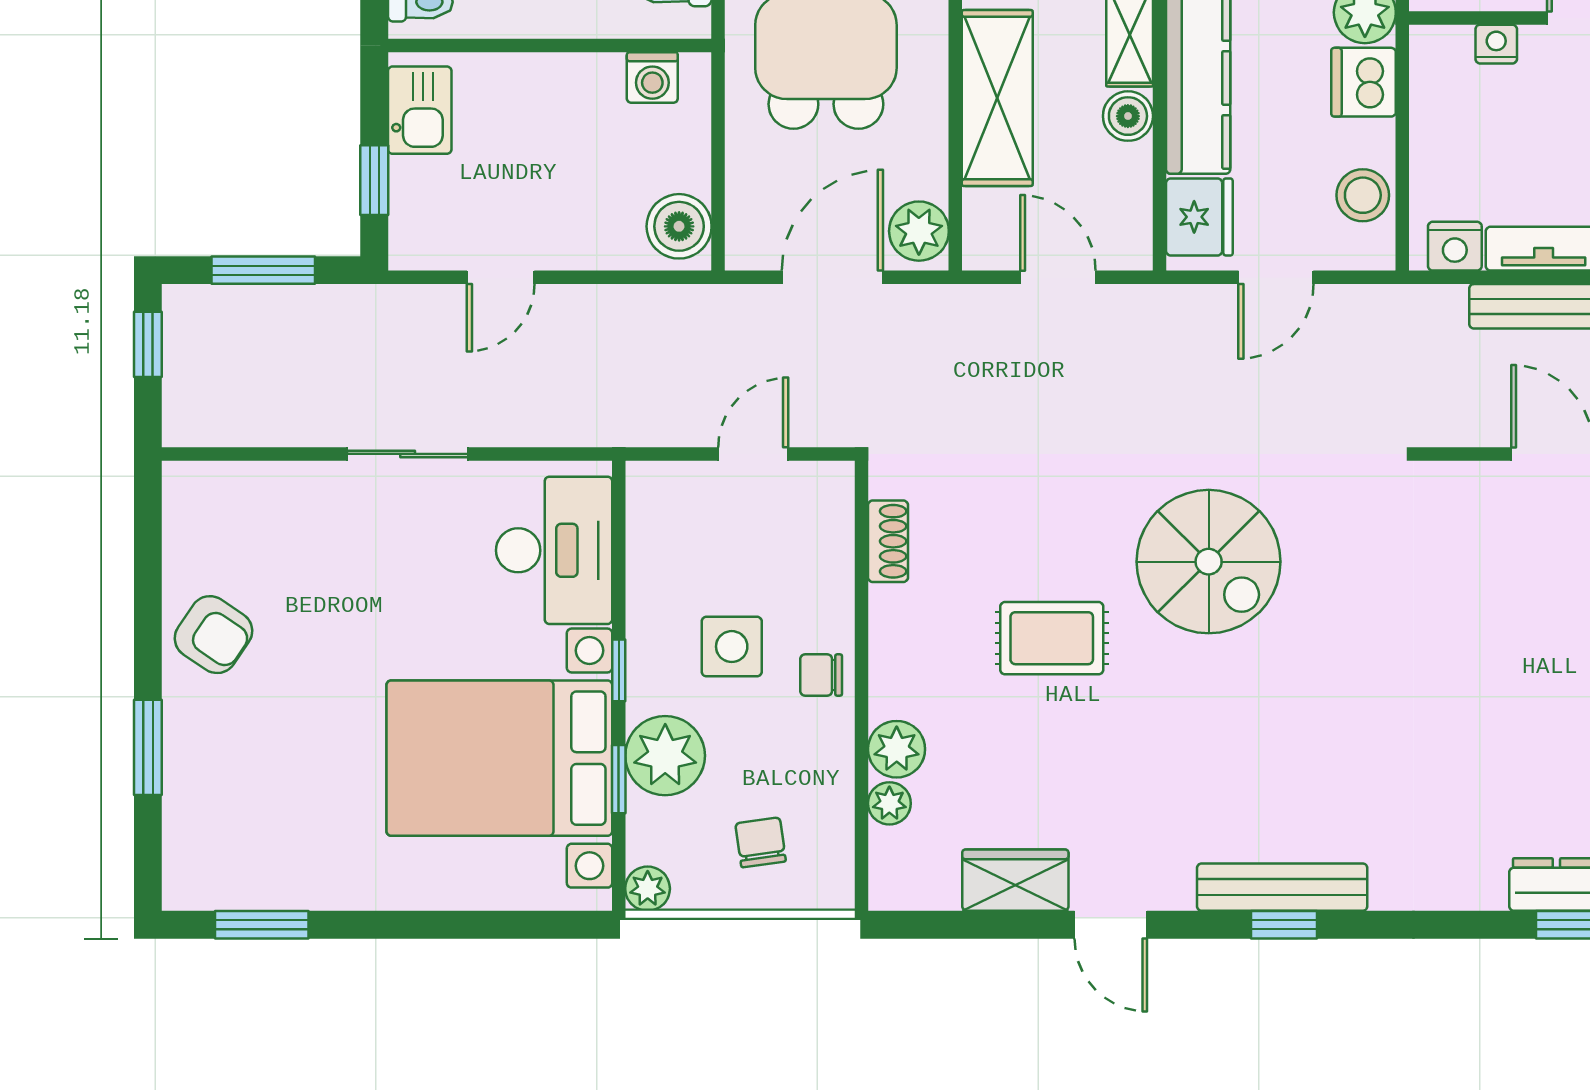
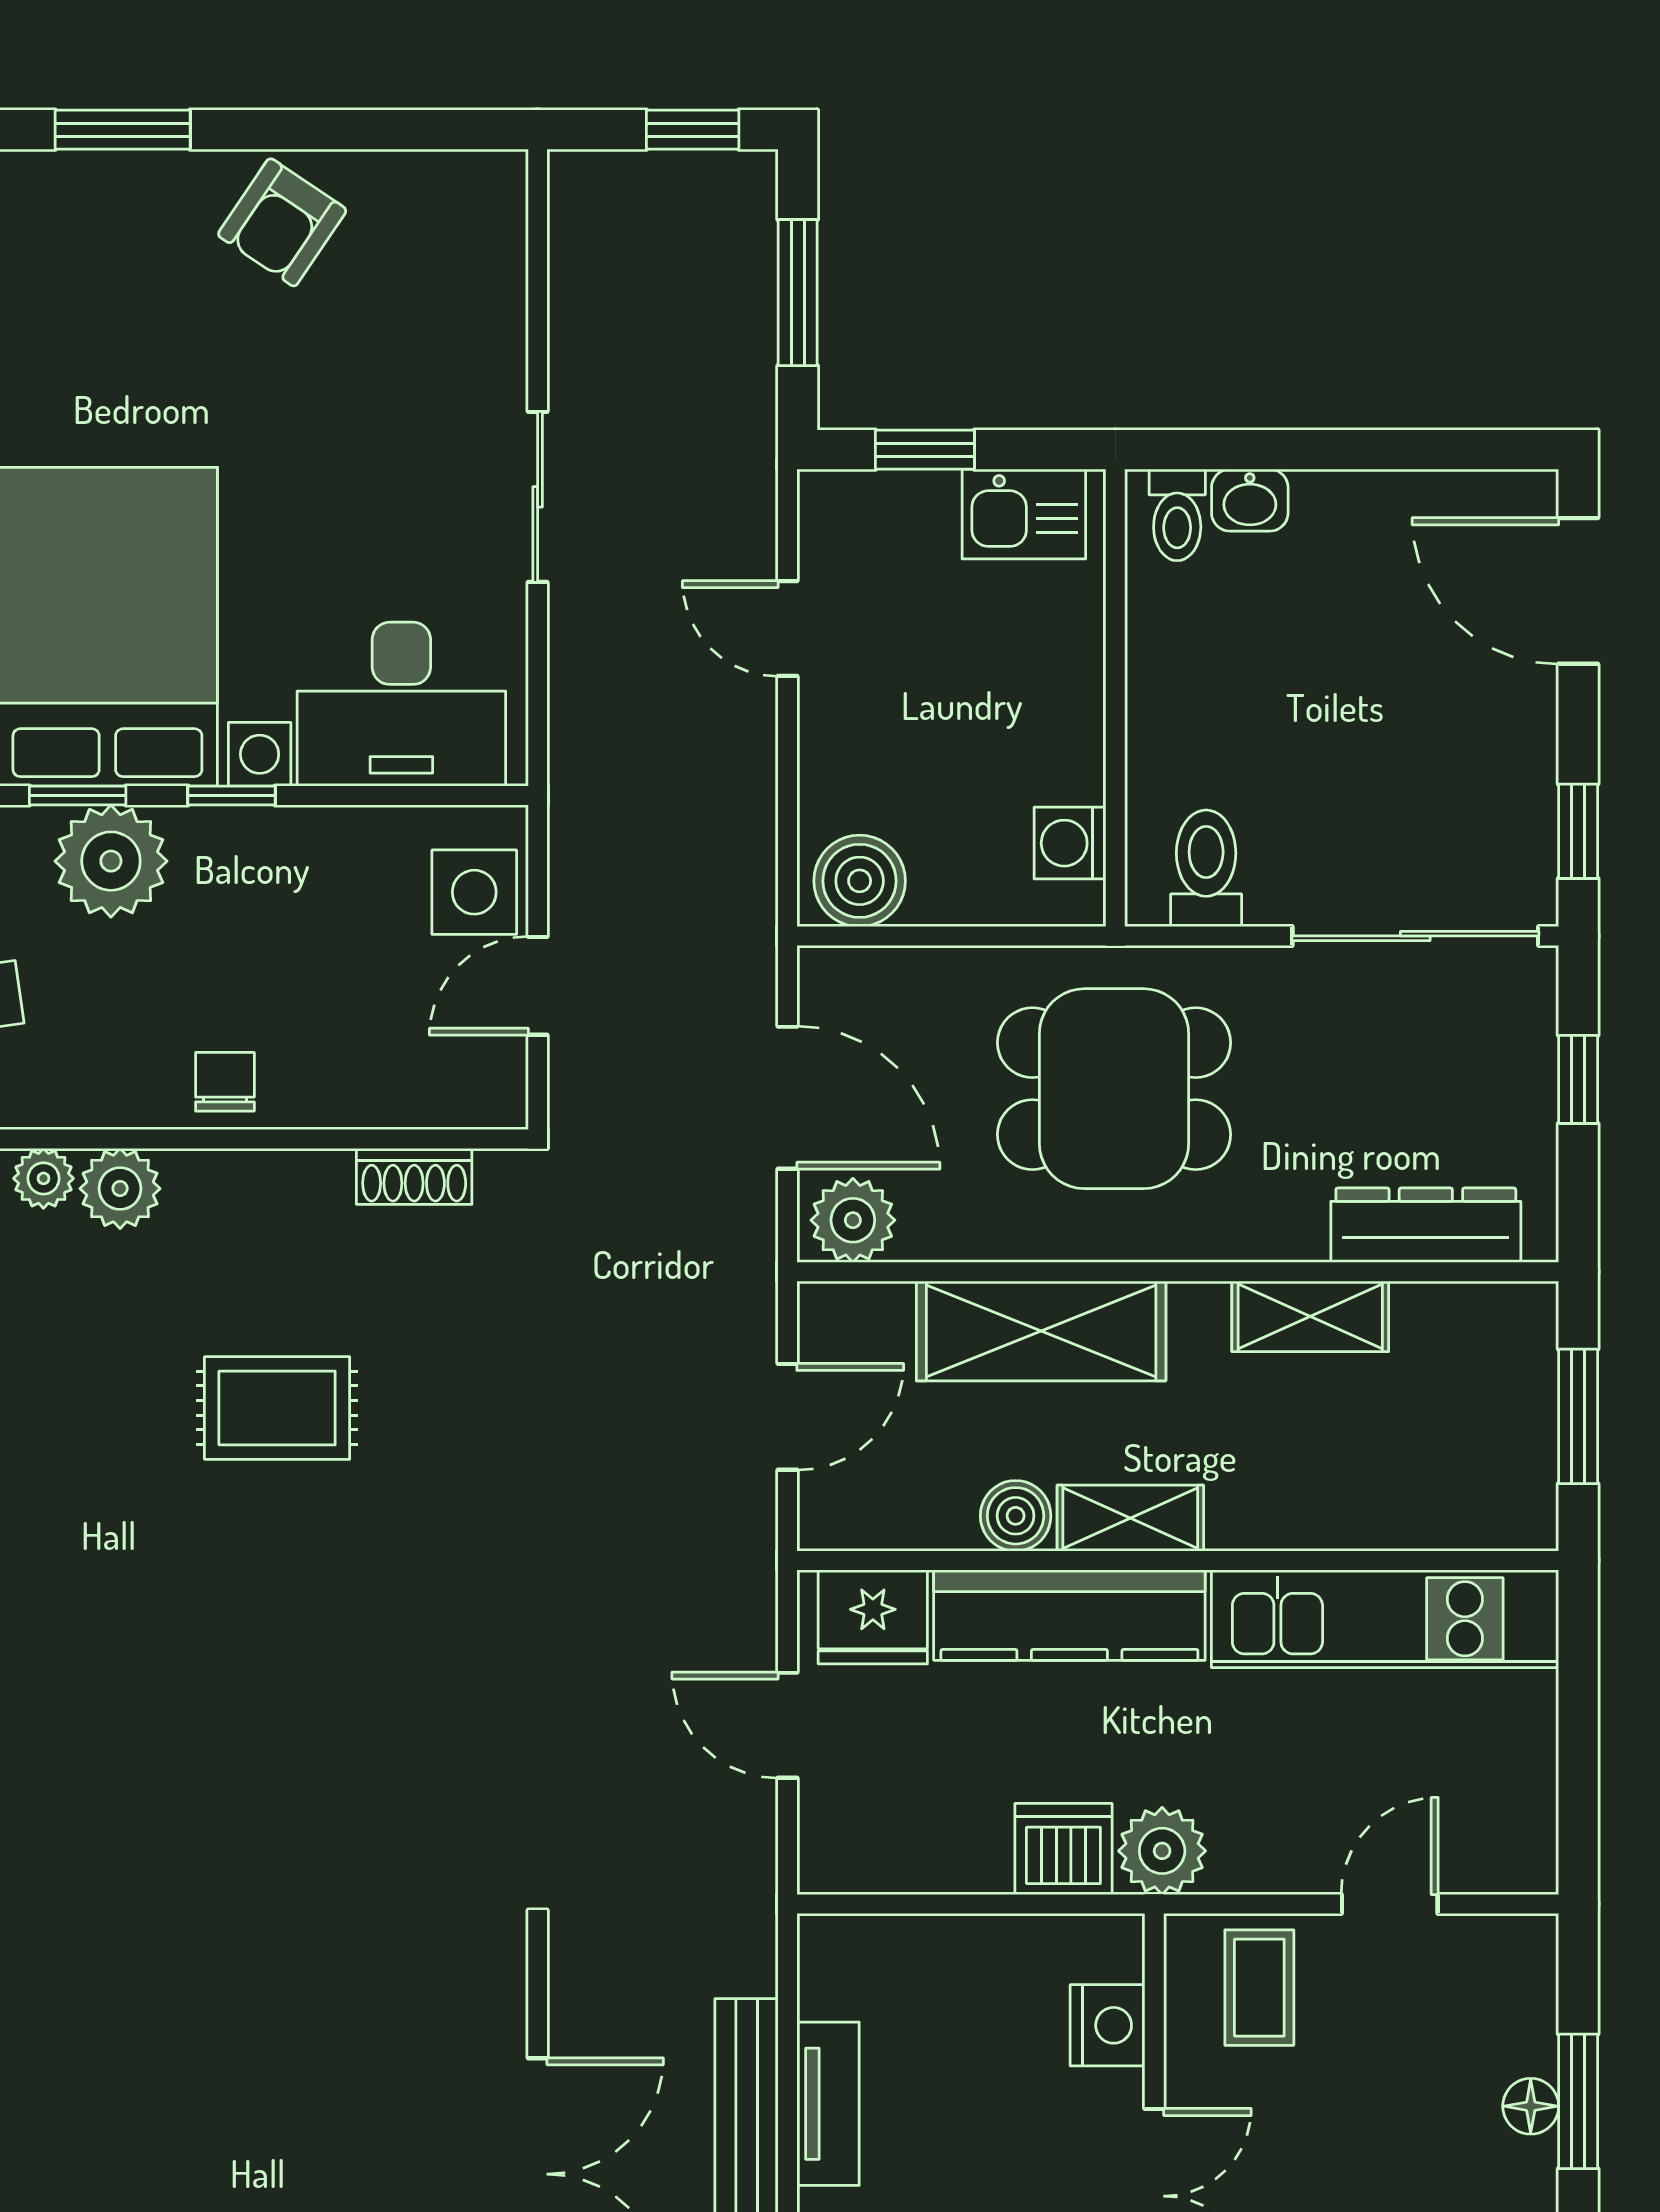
nightstand: (1496, 44) -> (1108, 2025), width x1.39, depth x1.35
stool: (1363, 195) -> (904, 1848), removed
nightstand: (1455, 246) -> (831, 1978), removed
door: (753, 454) -> (538, 986), swing flipped
spiral stairs: (1209, 562) -> (385, 1630), removed
rug: (1052, 638) -> (277, 1408), turned 90
side table: (732, 647) -> (474, 892), moved

